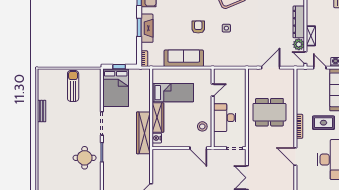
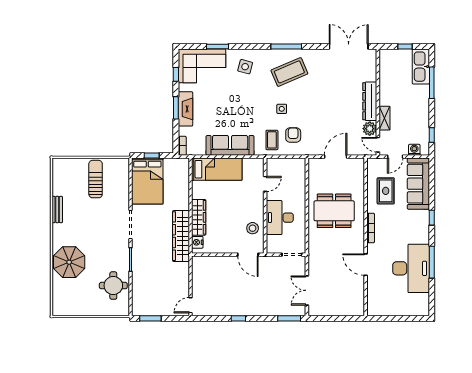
armchair: (198, 27) -> (293, 135), moved
coffee table: (218, 54) -> (272, 140), added
door: (320, 68) -> (395, 157), swing flipped
bed: (173, 93) -> (217, 169), moved
rug: (324, 123) -> (386, 191), moved, turned 90
parasol: (51, 154) -> (69, 262), added
round table: (85, 158) -> (113, 286), moved

